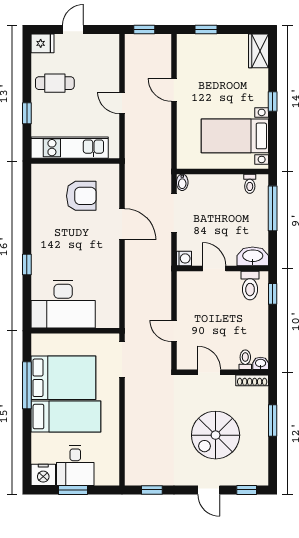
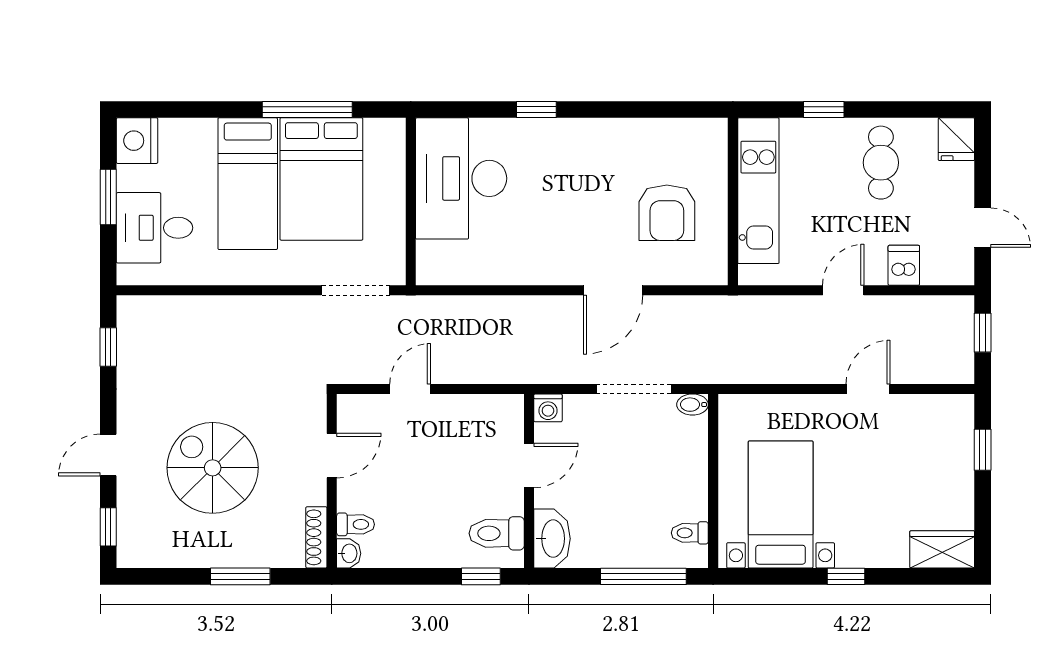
door: (73, 30) -> (983, 228), moved
dishwasher: (109, 71) -> (904, 265), added
desk: (75, 466) -> (155, 228), moved

